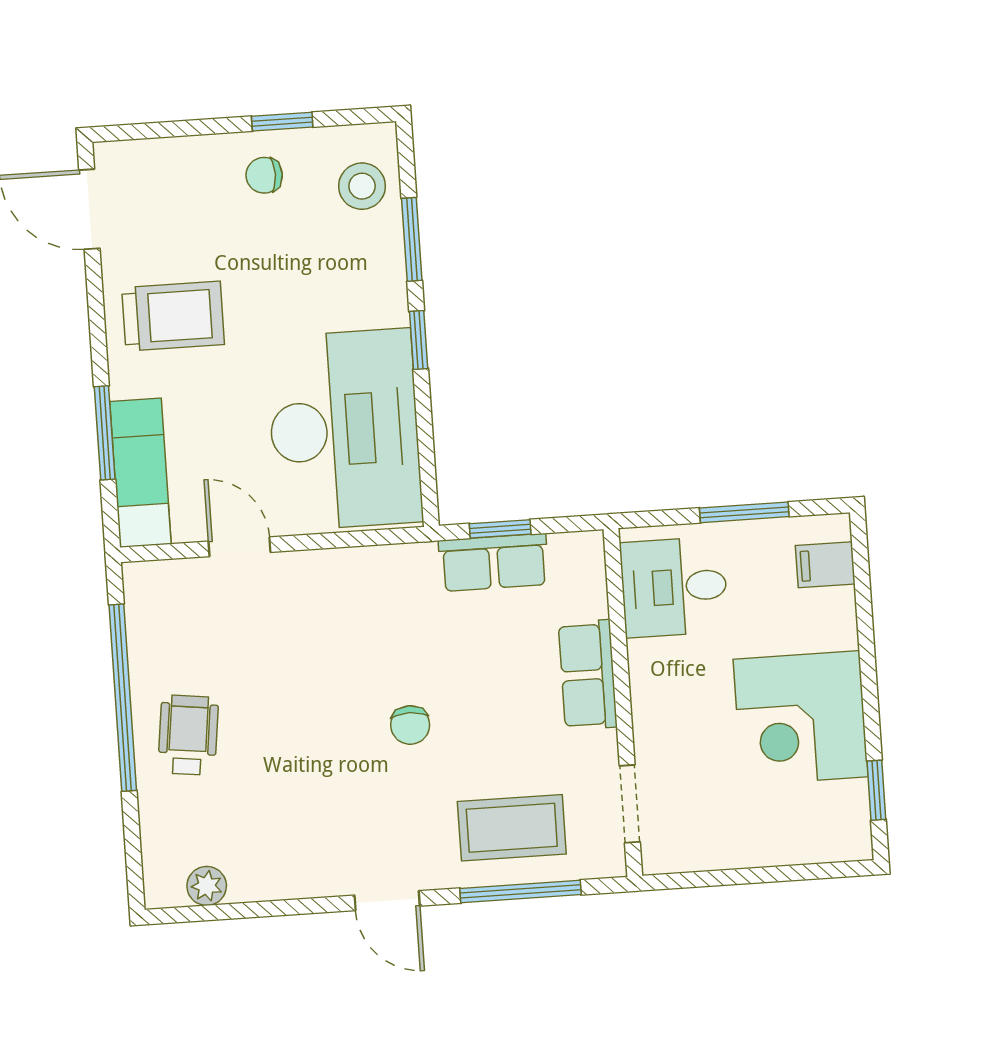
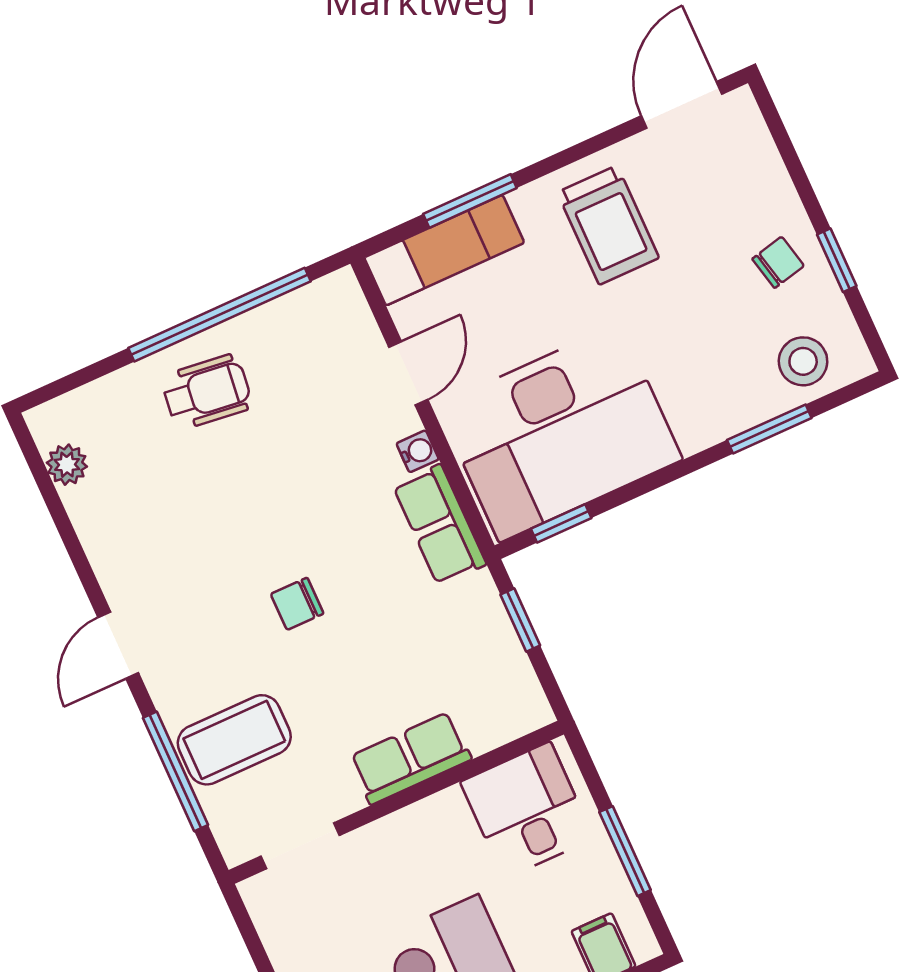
chair: (264, 175) -> (778, 262), turned 77
window: (419, 340) -> (561, 523), moved
row of seats: (494, 562) -> (440, 525), moved
water cooler: (313, 565) -> (418, 451), added
coffee table: (512, 828) -> (234, 740), turned 90

